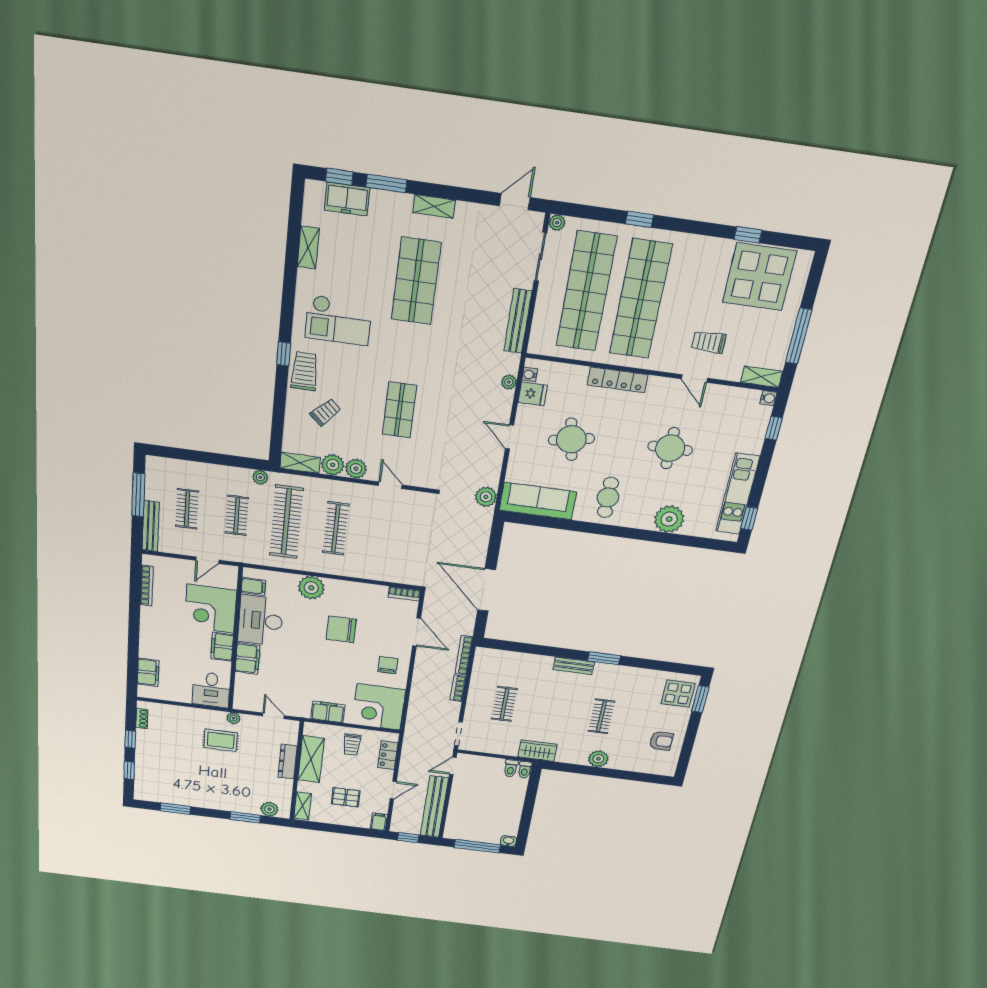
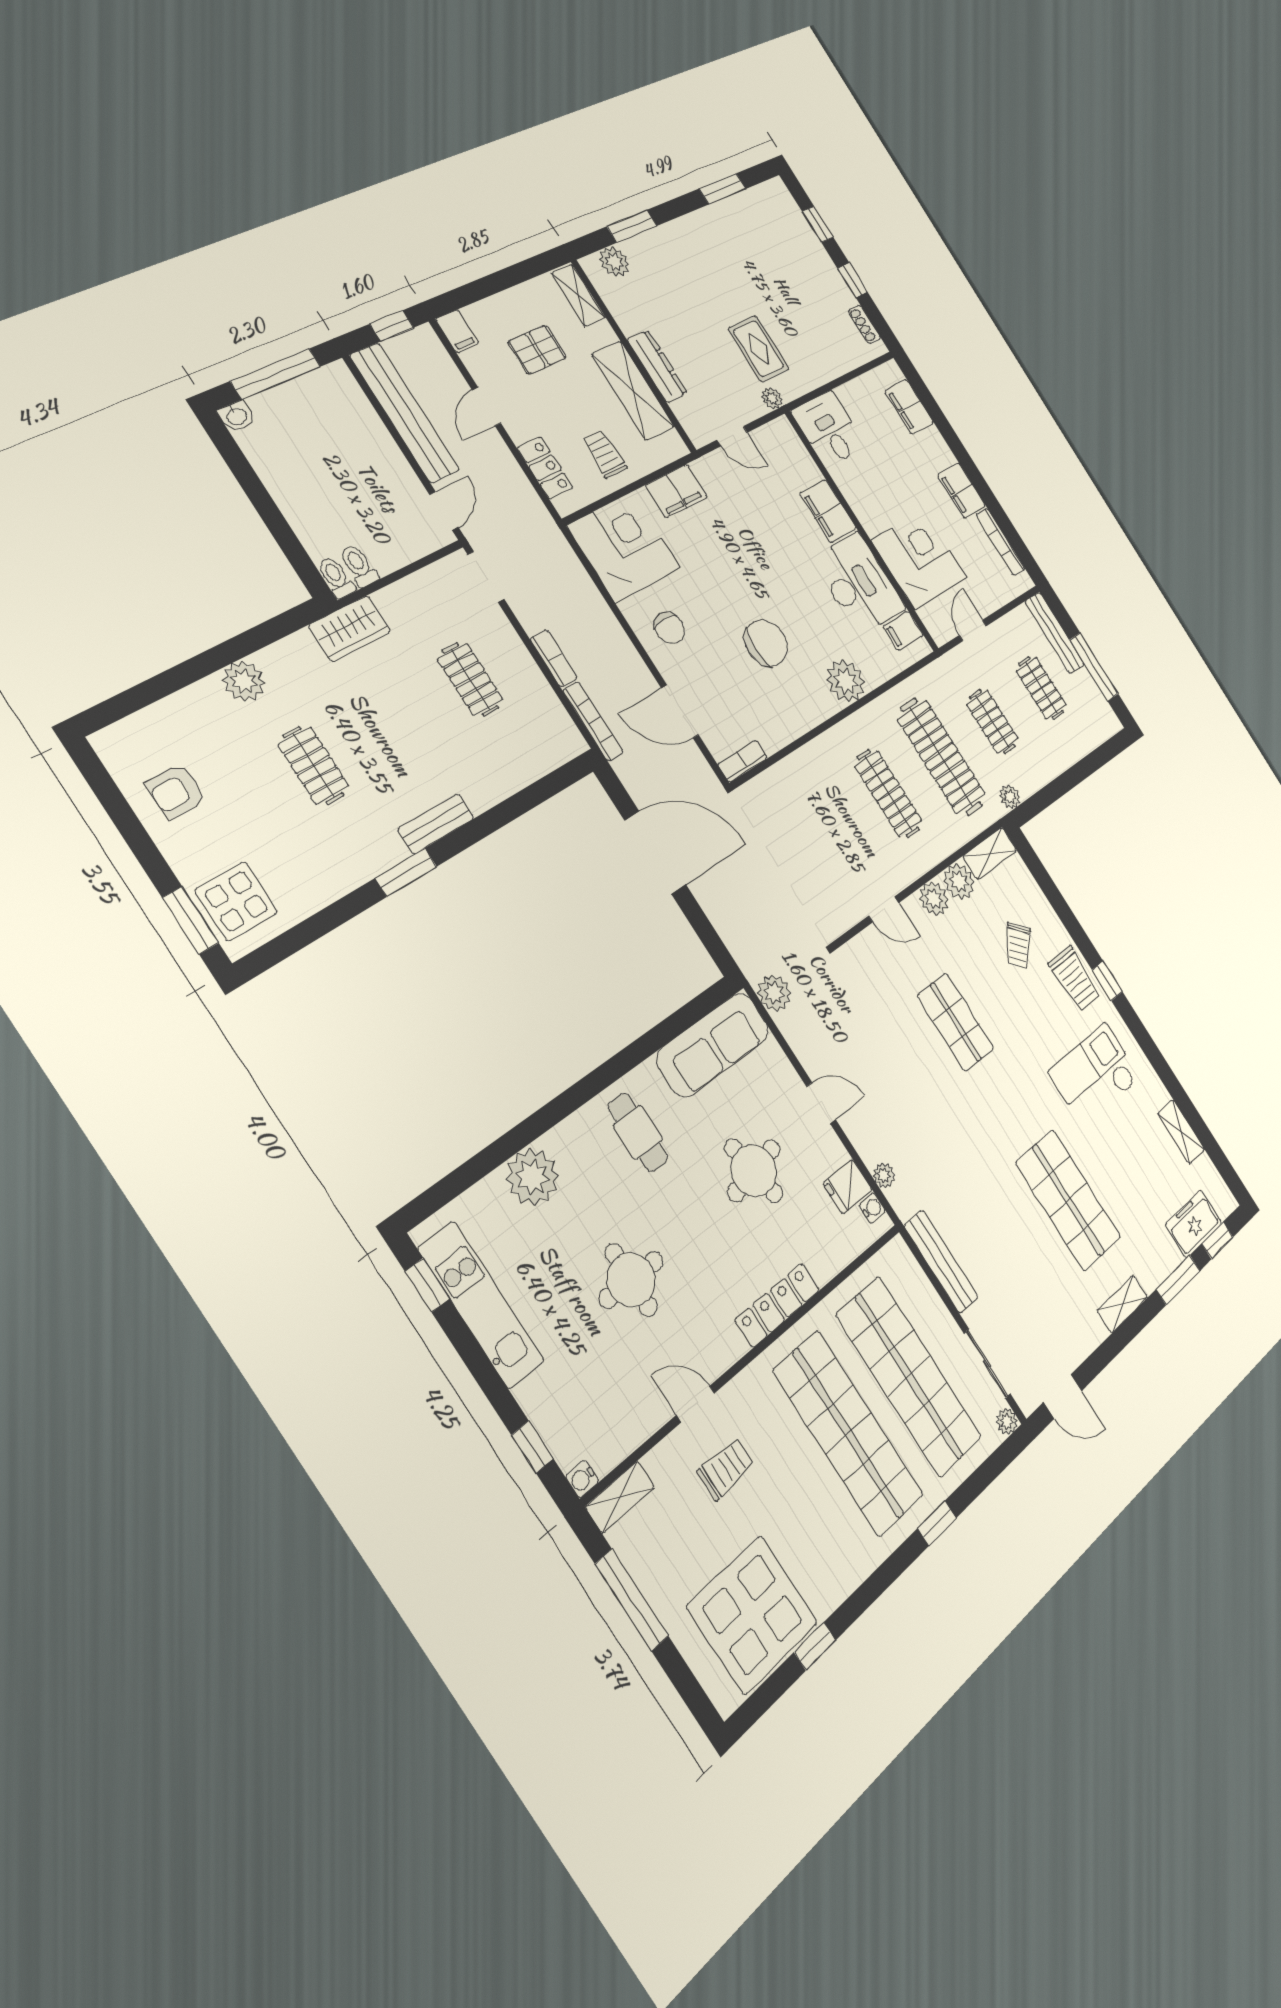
door: (515, 202) -> (1063, 1396), hinge flipped
filing cabinet: (222, 647) -> (962, 491), moved, turned 180
rug: (221, 740) -> (759, 349), turned 90

